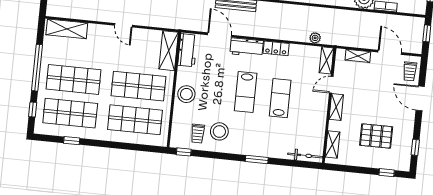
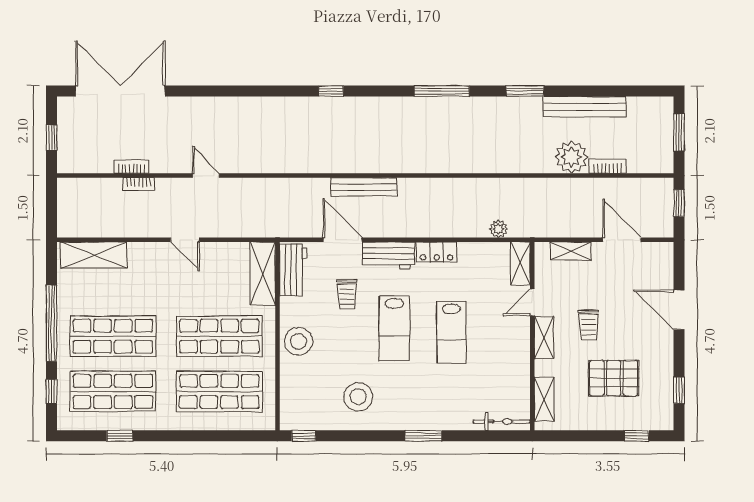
trolley: (410, 71) -> (589, 325), moved
lab bench: (280, 98) -> (451, 332), turned 180
trolley: (198, 134) -> (347, 295), moved

